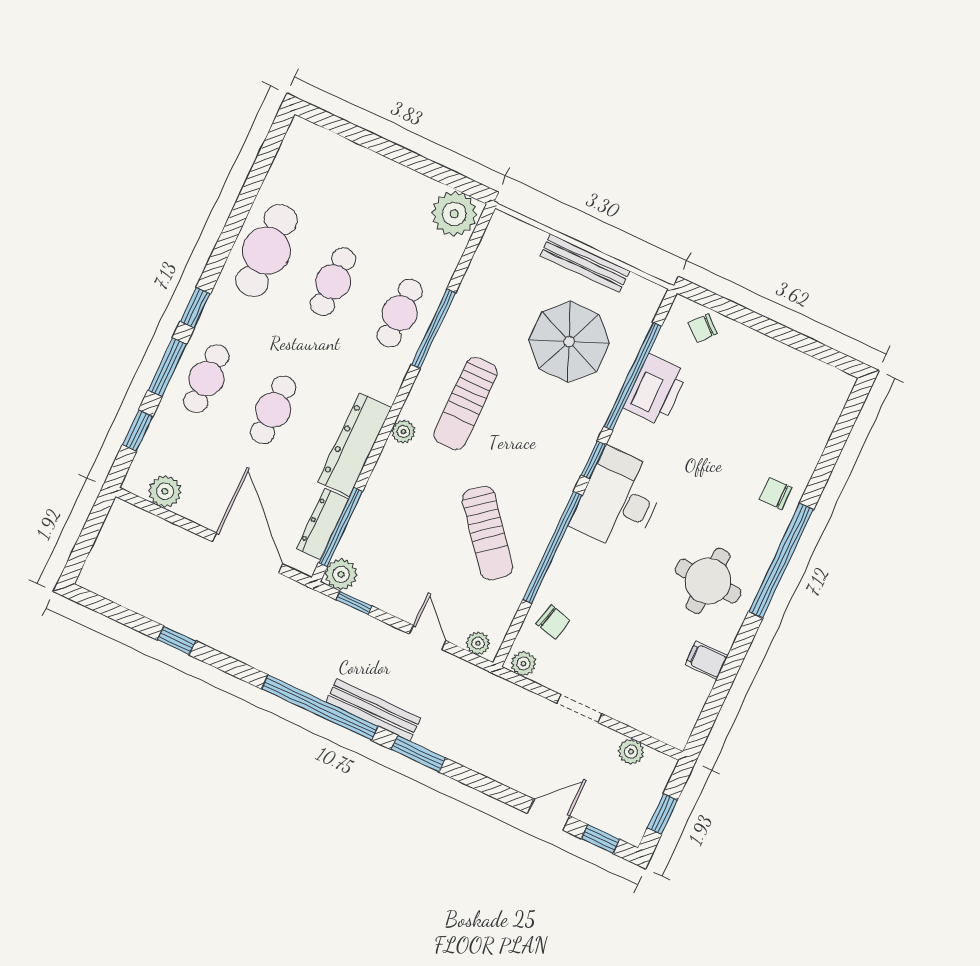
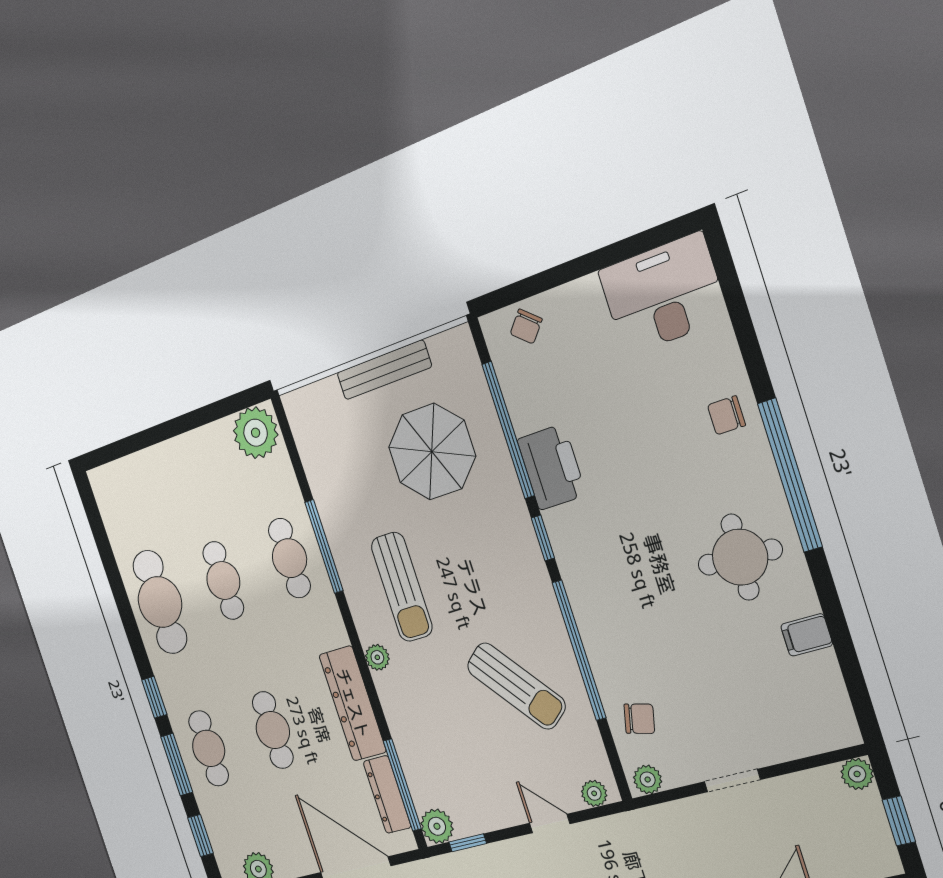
printer: (656, 390) -> (552, 467), moved
desk: (619, 500) -> (663, 294), moved, turned 90
plant: (631, 752) -> (857, 774), moved

